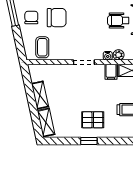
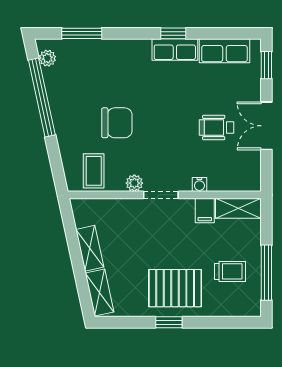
chair: (31, 17) -> (76, 123), removed
plant: (119, 55) -> (134, 183), moved
pallet: (93, 120) -> (175, 288), width x1.50, depth x1.42

